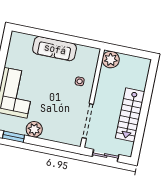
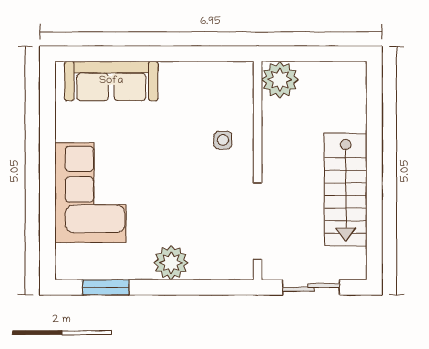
sofa: (55, 49) -> (111, 81), moved
plant: (34, 129) -> (171, 263), moved

